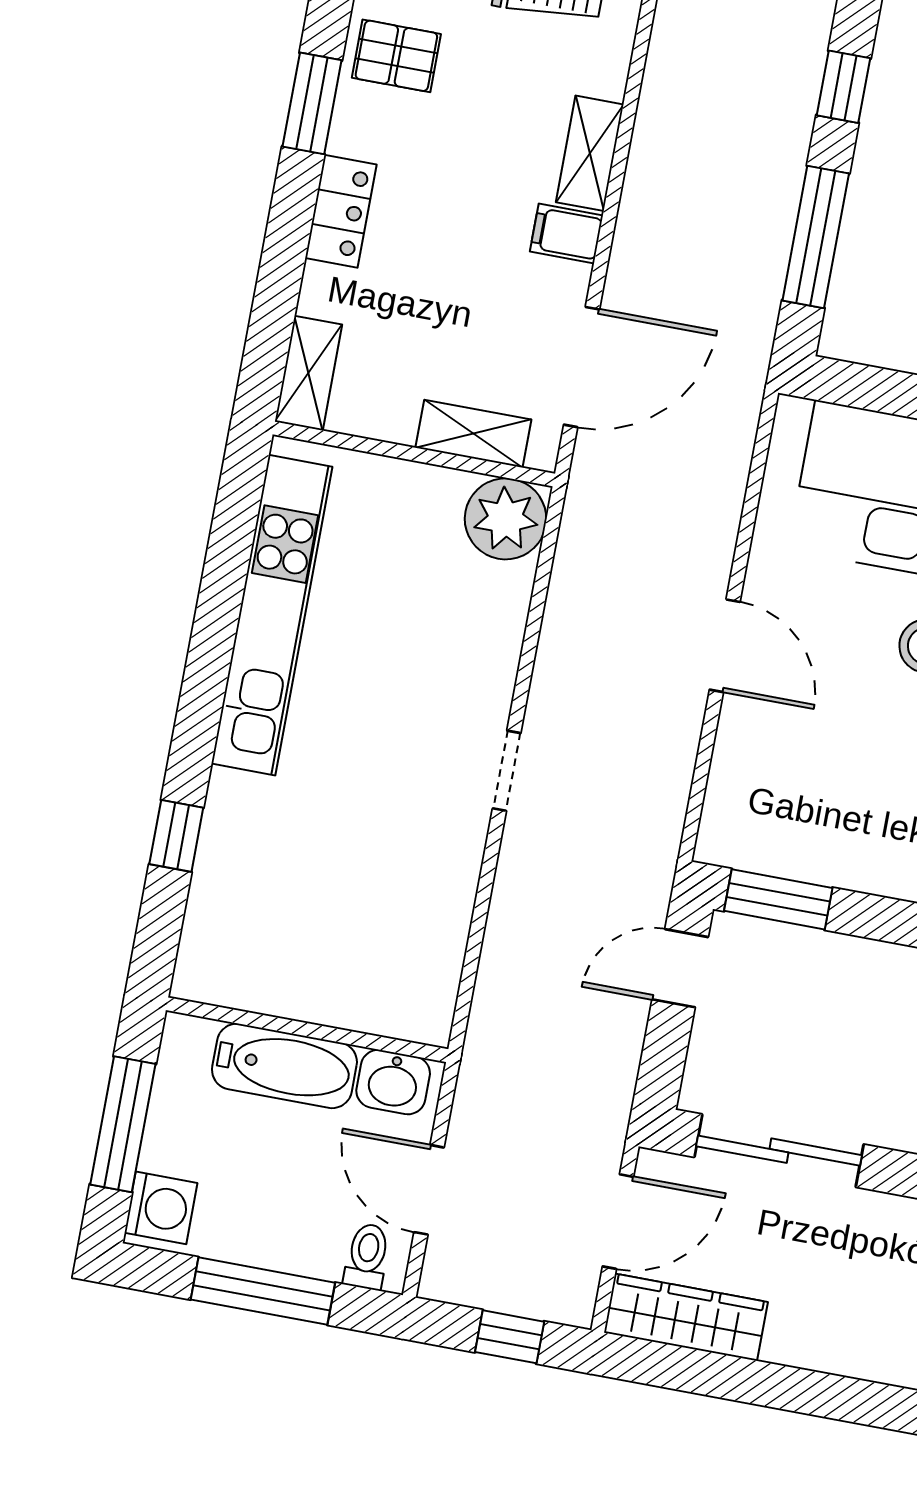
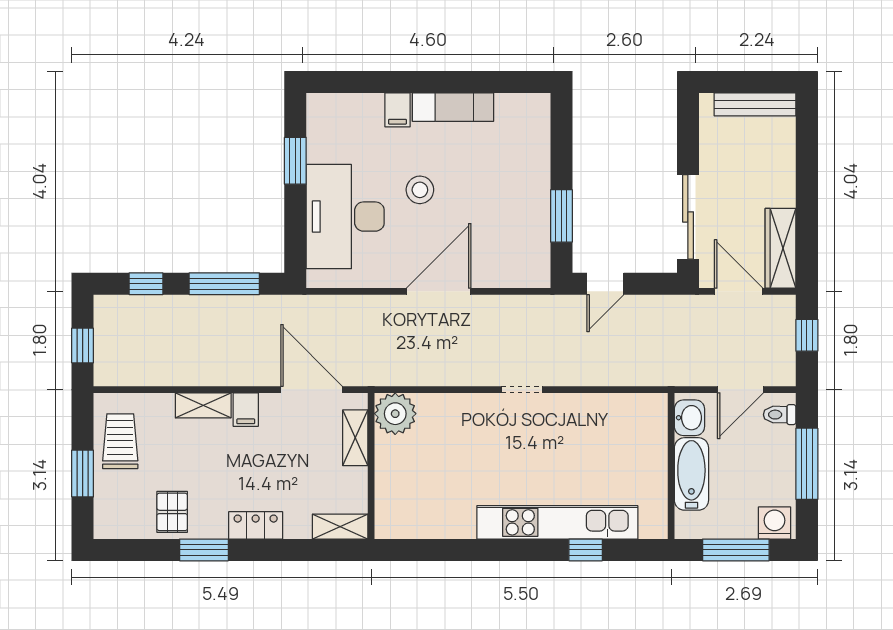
kitchen unit: (272, 615) -> (557, 522), moved
door: (725, 646) -> (439, 291), width x1.36
window: (778, 899) -> (561, 216), moved
door: (680, 968) -> (605, 284), hinge flipped

